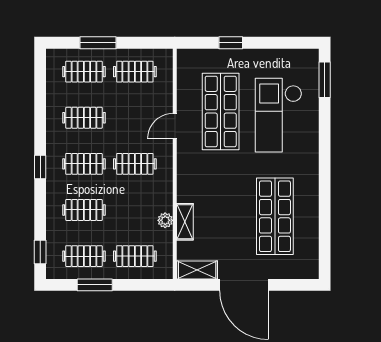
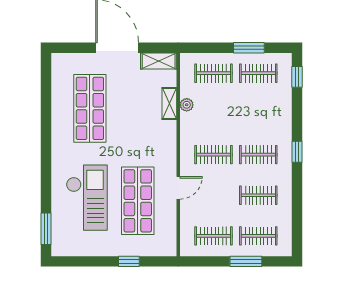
clothes rail: (84, 210) -> (258, 114), removed

